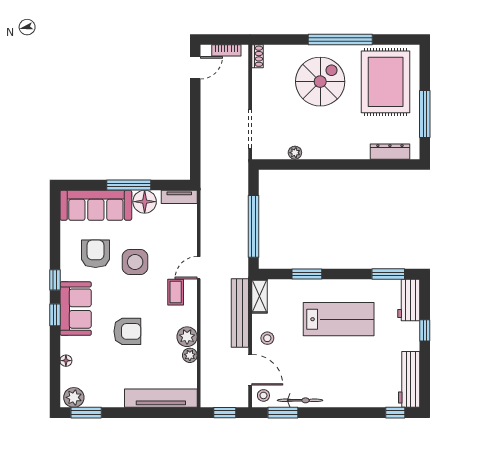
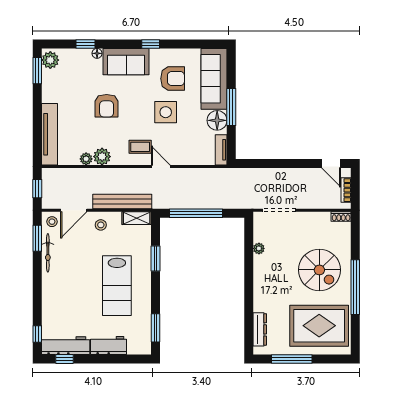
workbench: (409, 300) -> (109, 345), moved
window: (55, 315) -> (85, 44), moved
window: (425, 330) -> (65, 359), moved
floor lamp: (66, 361) -> (97, 53), moved

